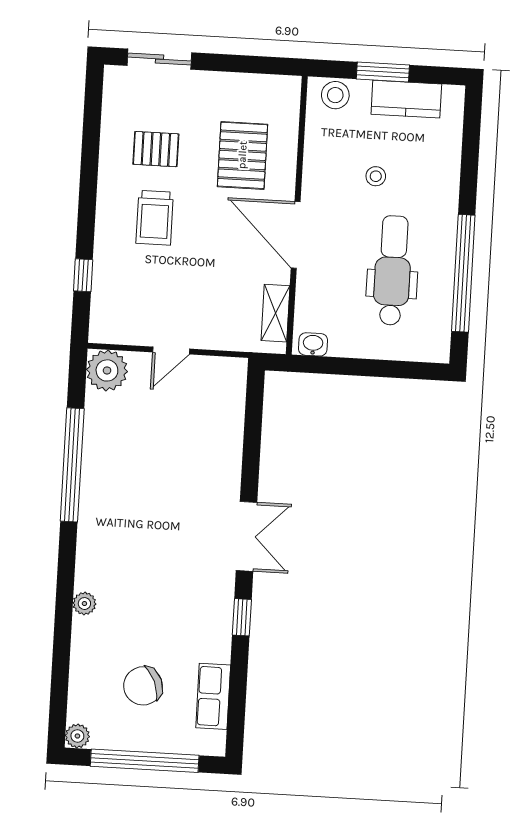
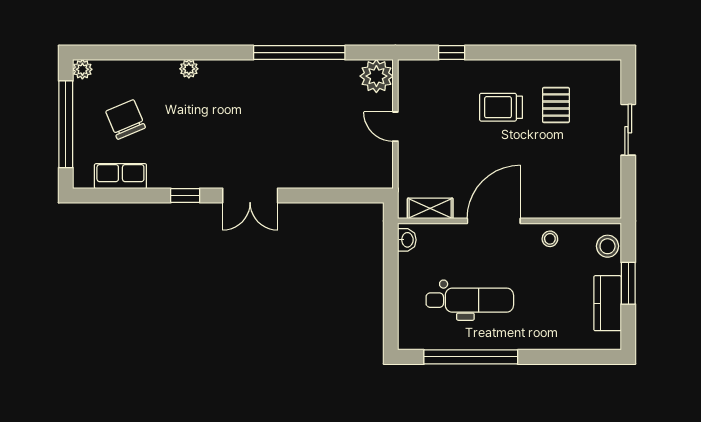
sliding door: (159, 59) -> (628, 130), moved
pallet: (242, 155) -> (555, 175), removed
stool: (376, 176) -> (550, 239), moved

